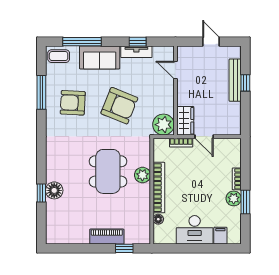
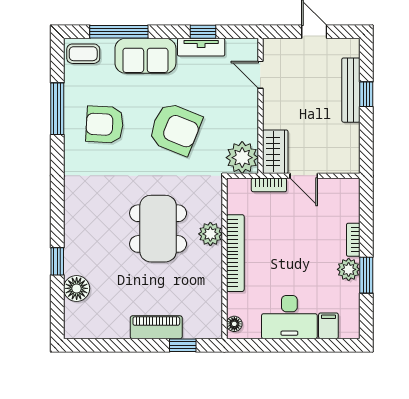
floor lamp: (54, 190) -> (77, 288), moved
floor lamp: (158, 219) -> (234, 324), moved

